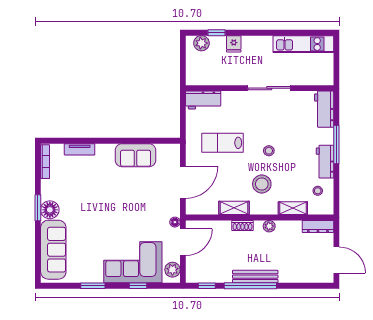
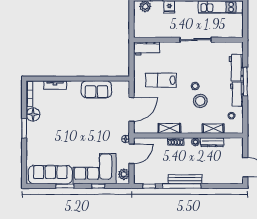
workbench: (324, 109) -> (236, 68), moved
stool: (262, 184) -> (200, 101), moved
floor lamp: (50, 210) -> (33, 114), moved
dresser: (318, 226) -> (212, 142), moved
sofa: (53, 250) -> (50, 175), moved, turned -90

